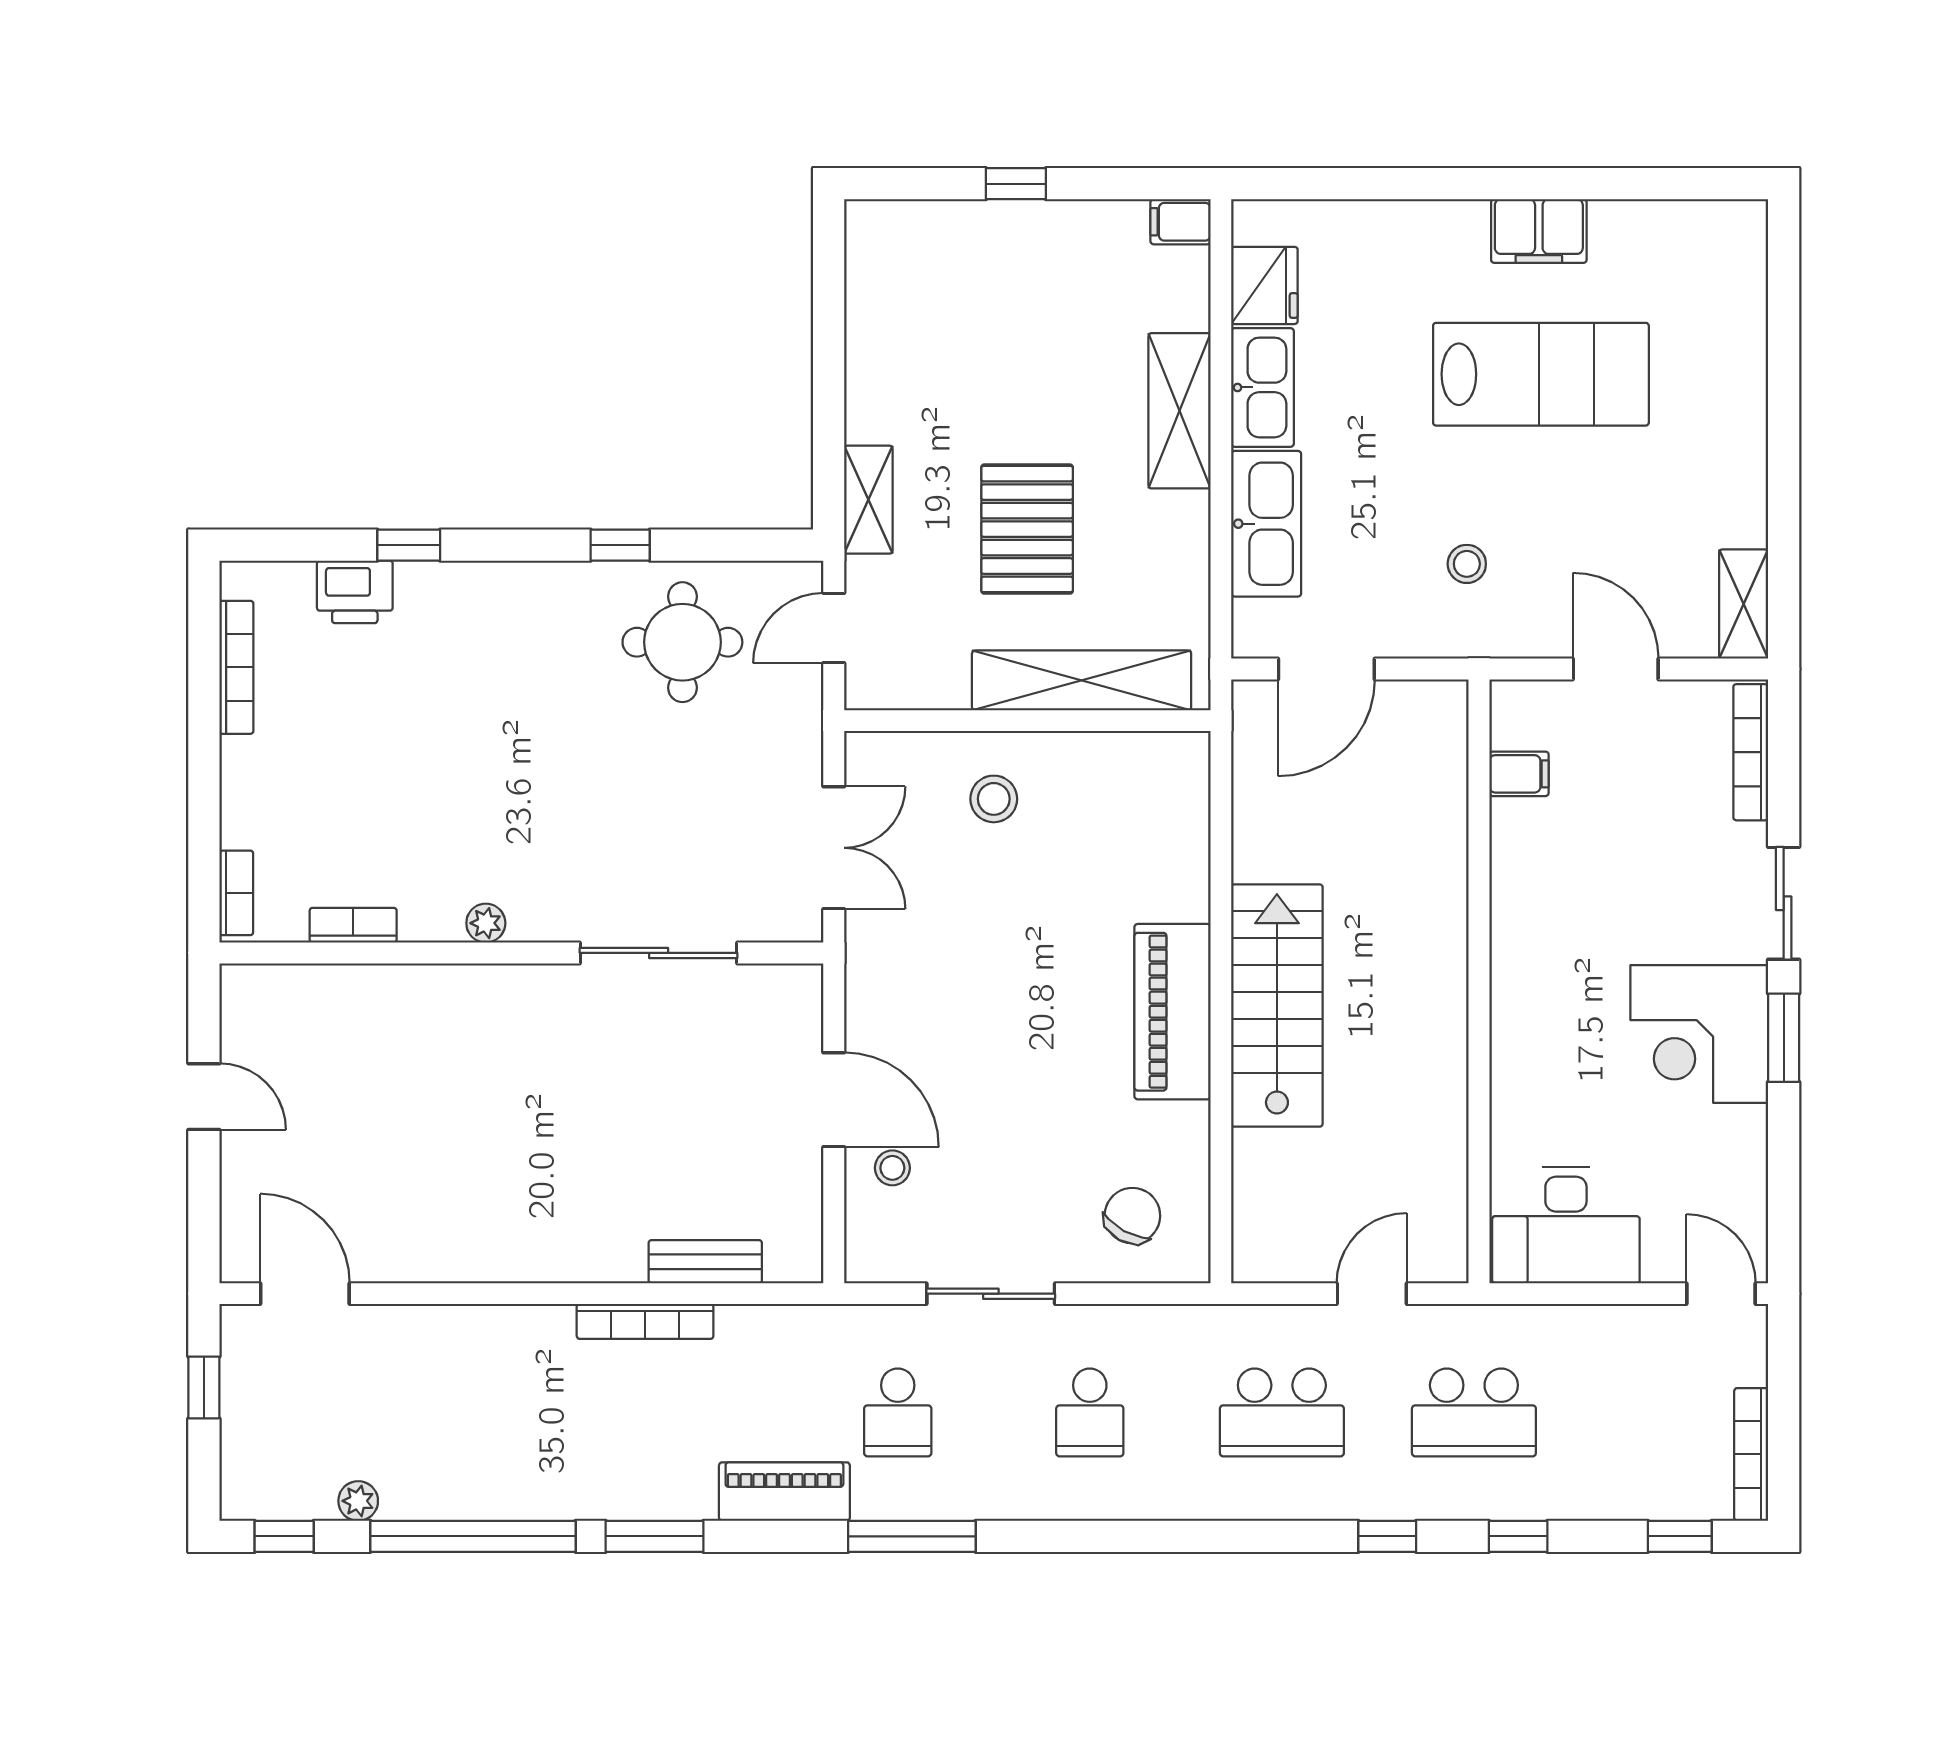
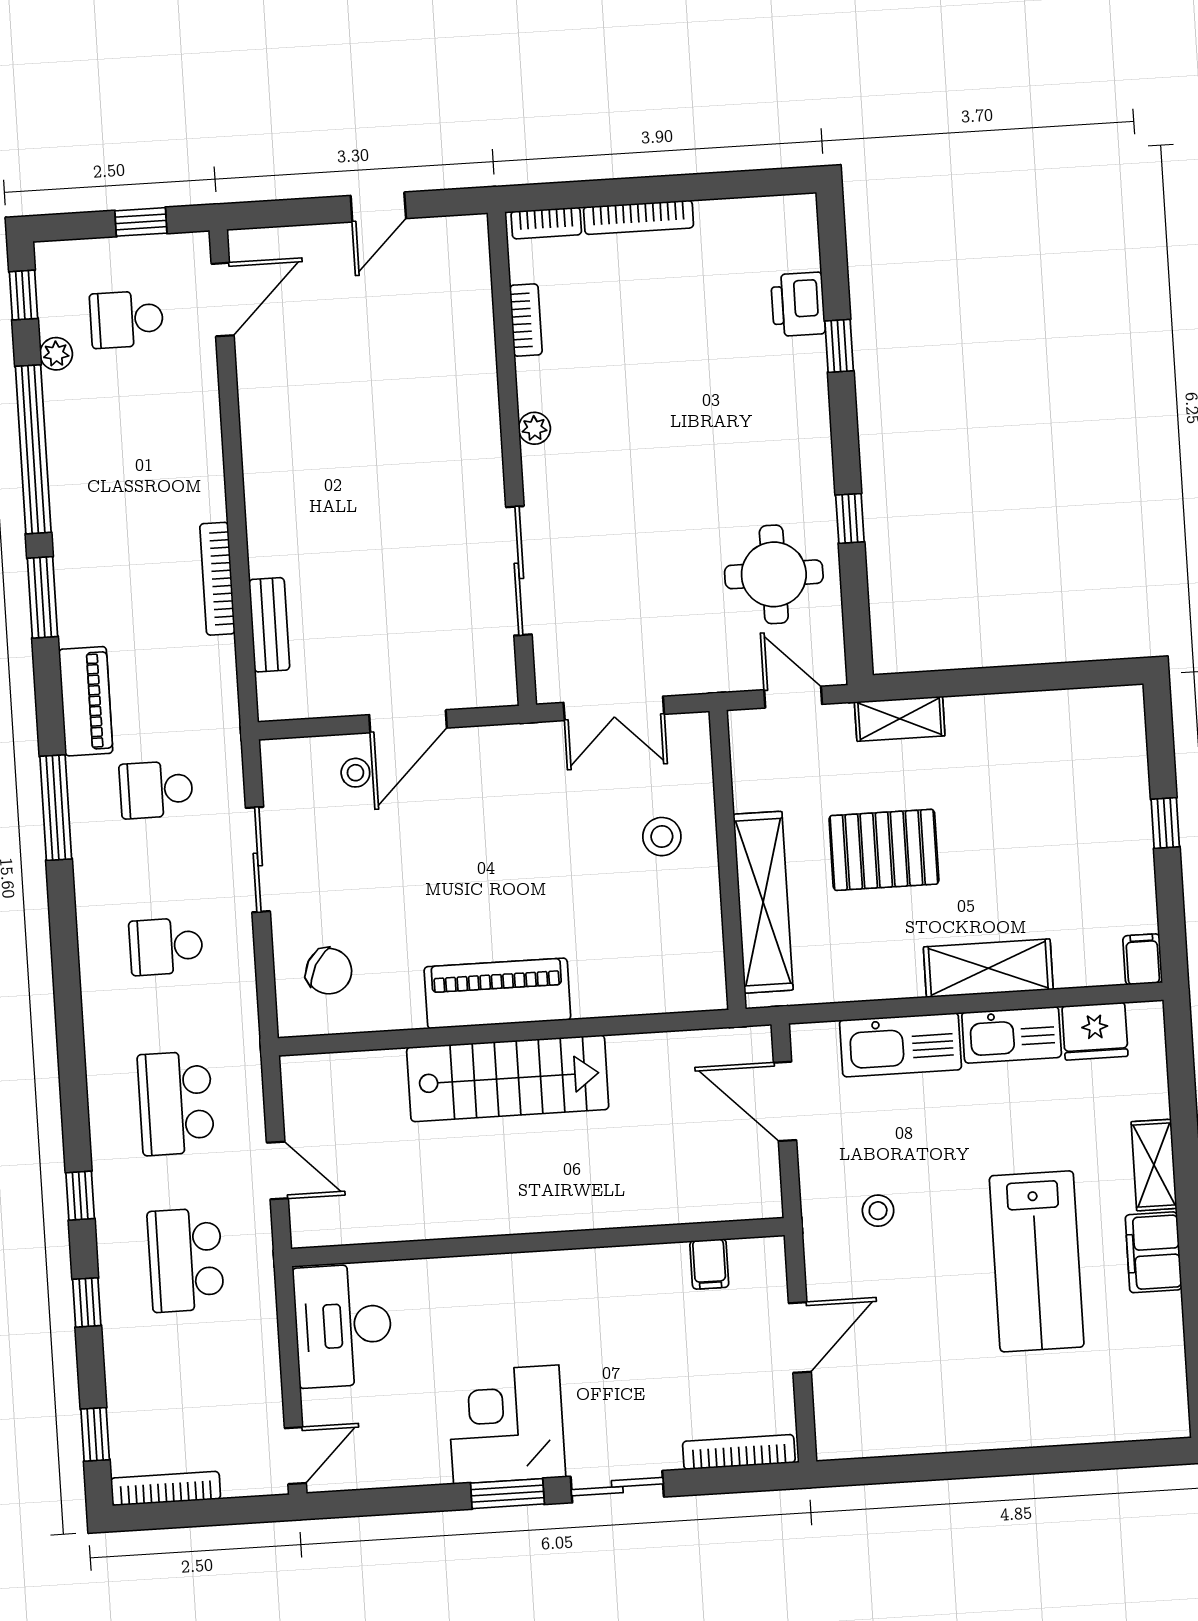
shelving: (1744, 604) -> (1154, 1165), moved, turned 90
bookcase: (236, 667) -> (639, 217), moved
school desk: (322, 1412) -> (127, 319), added

